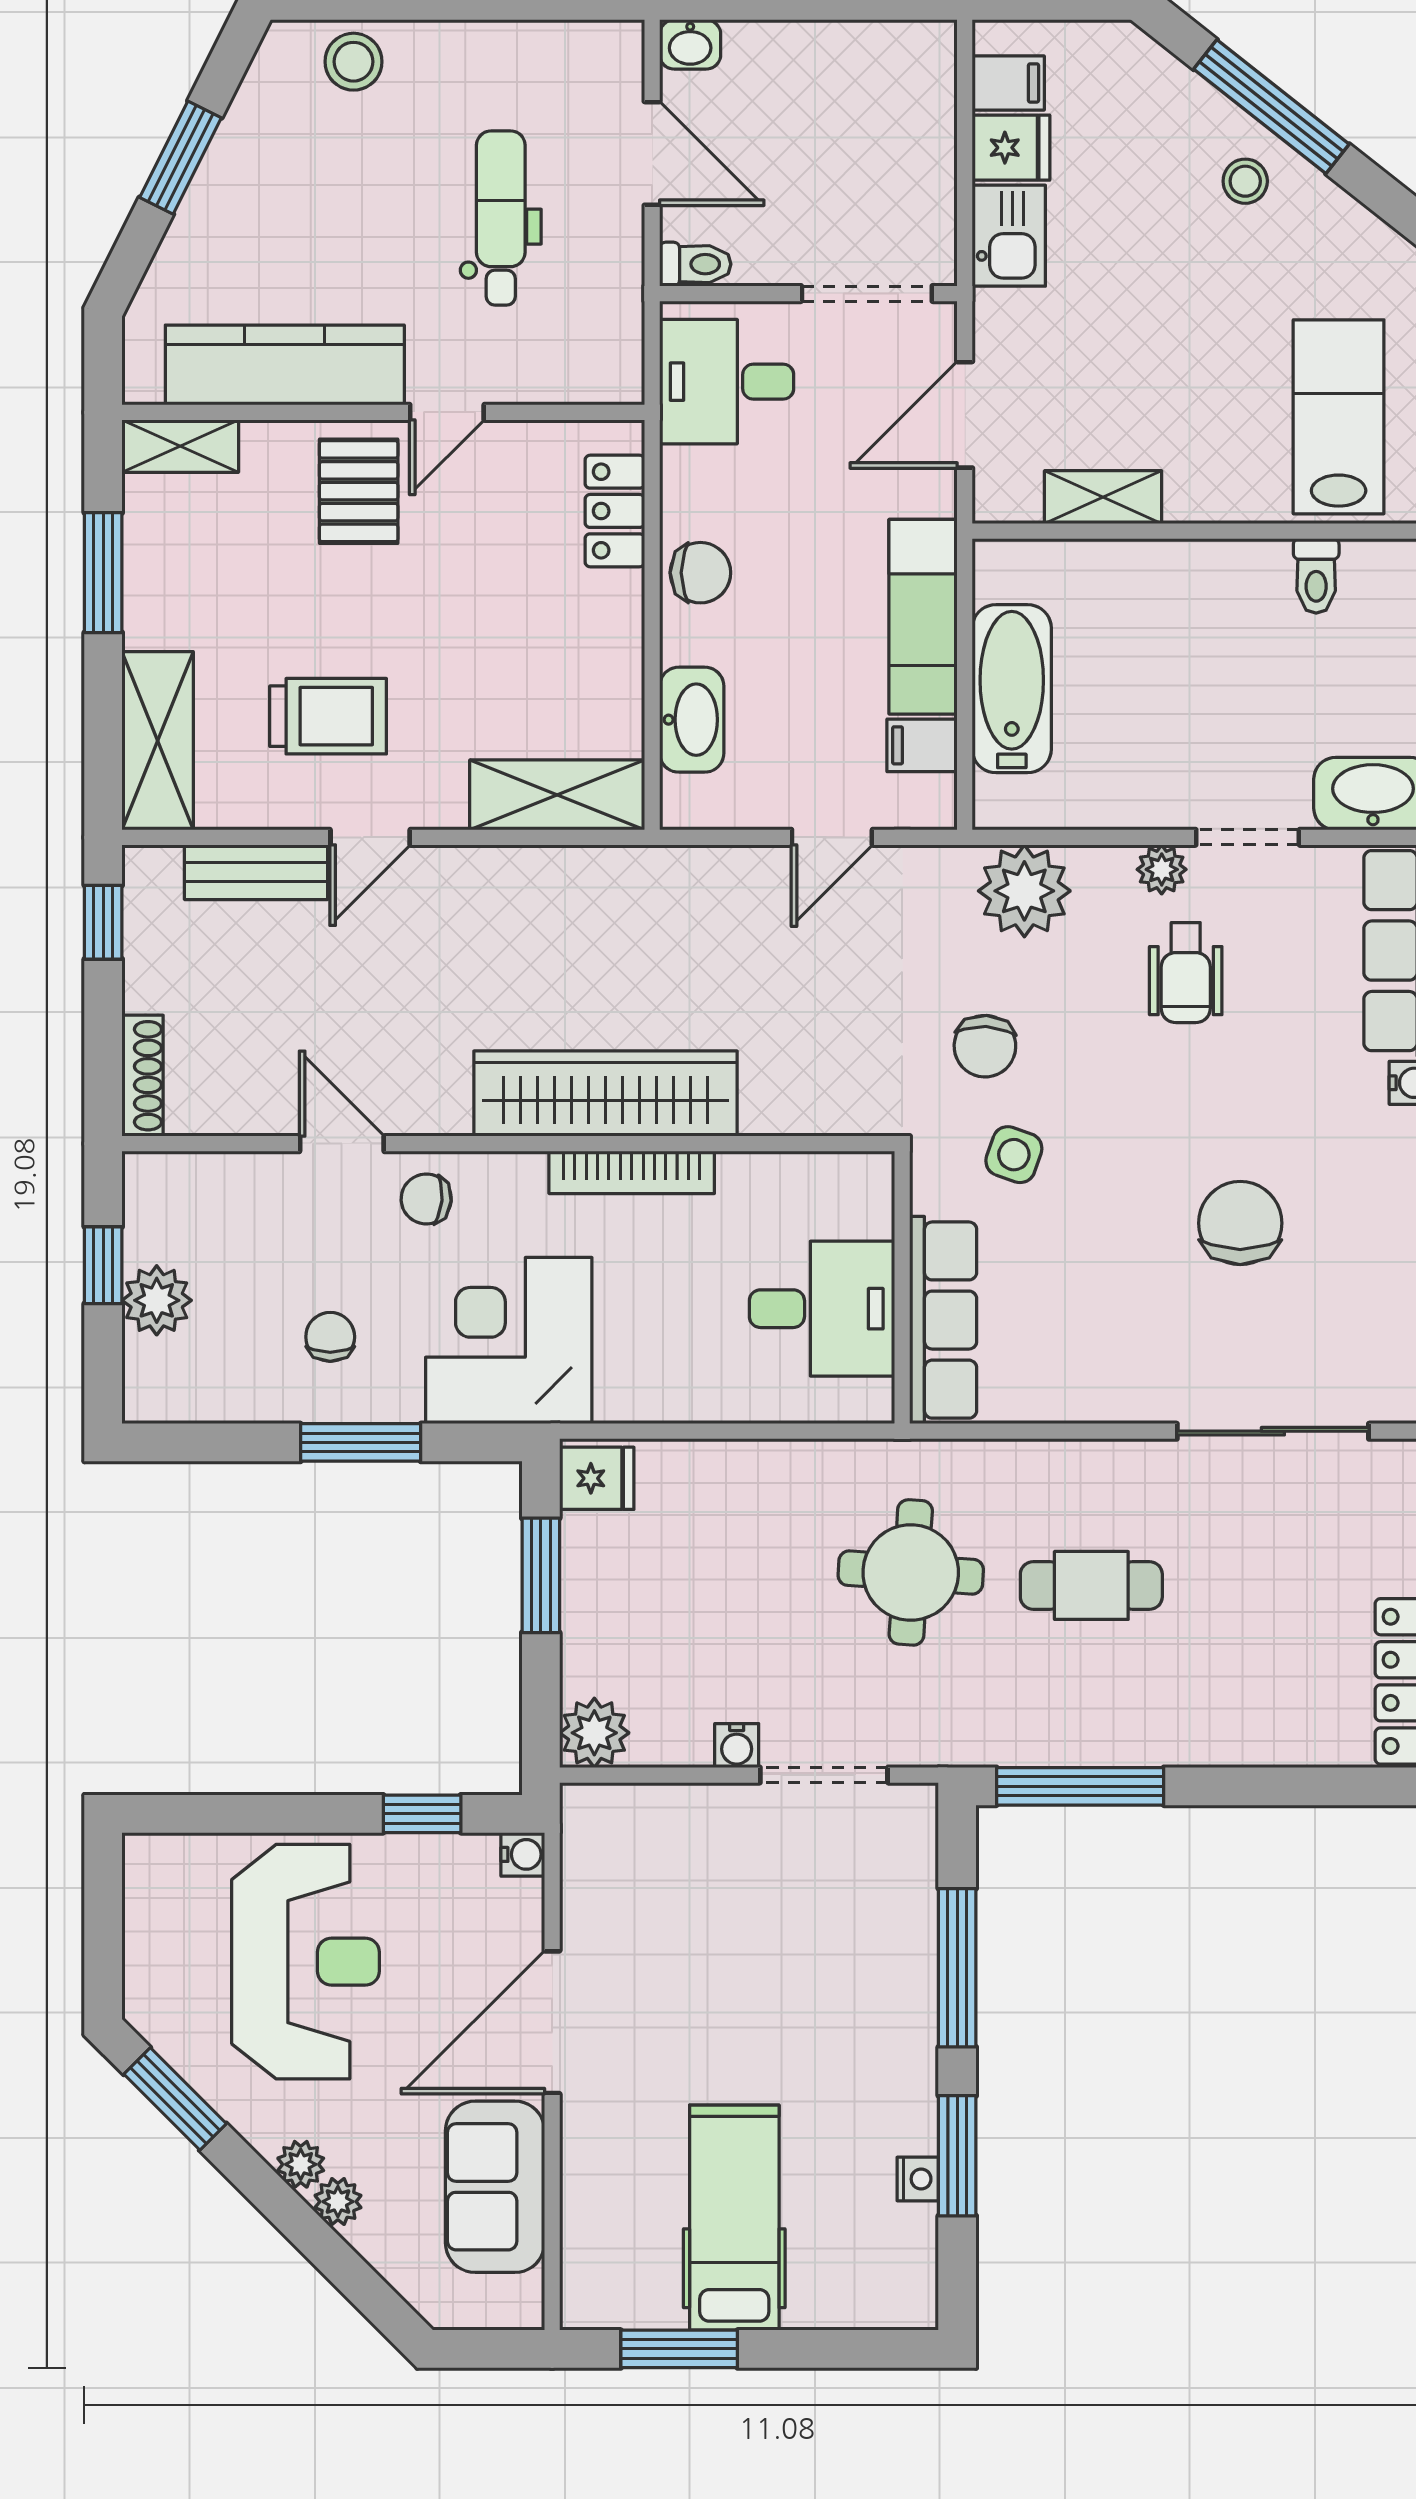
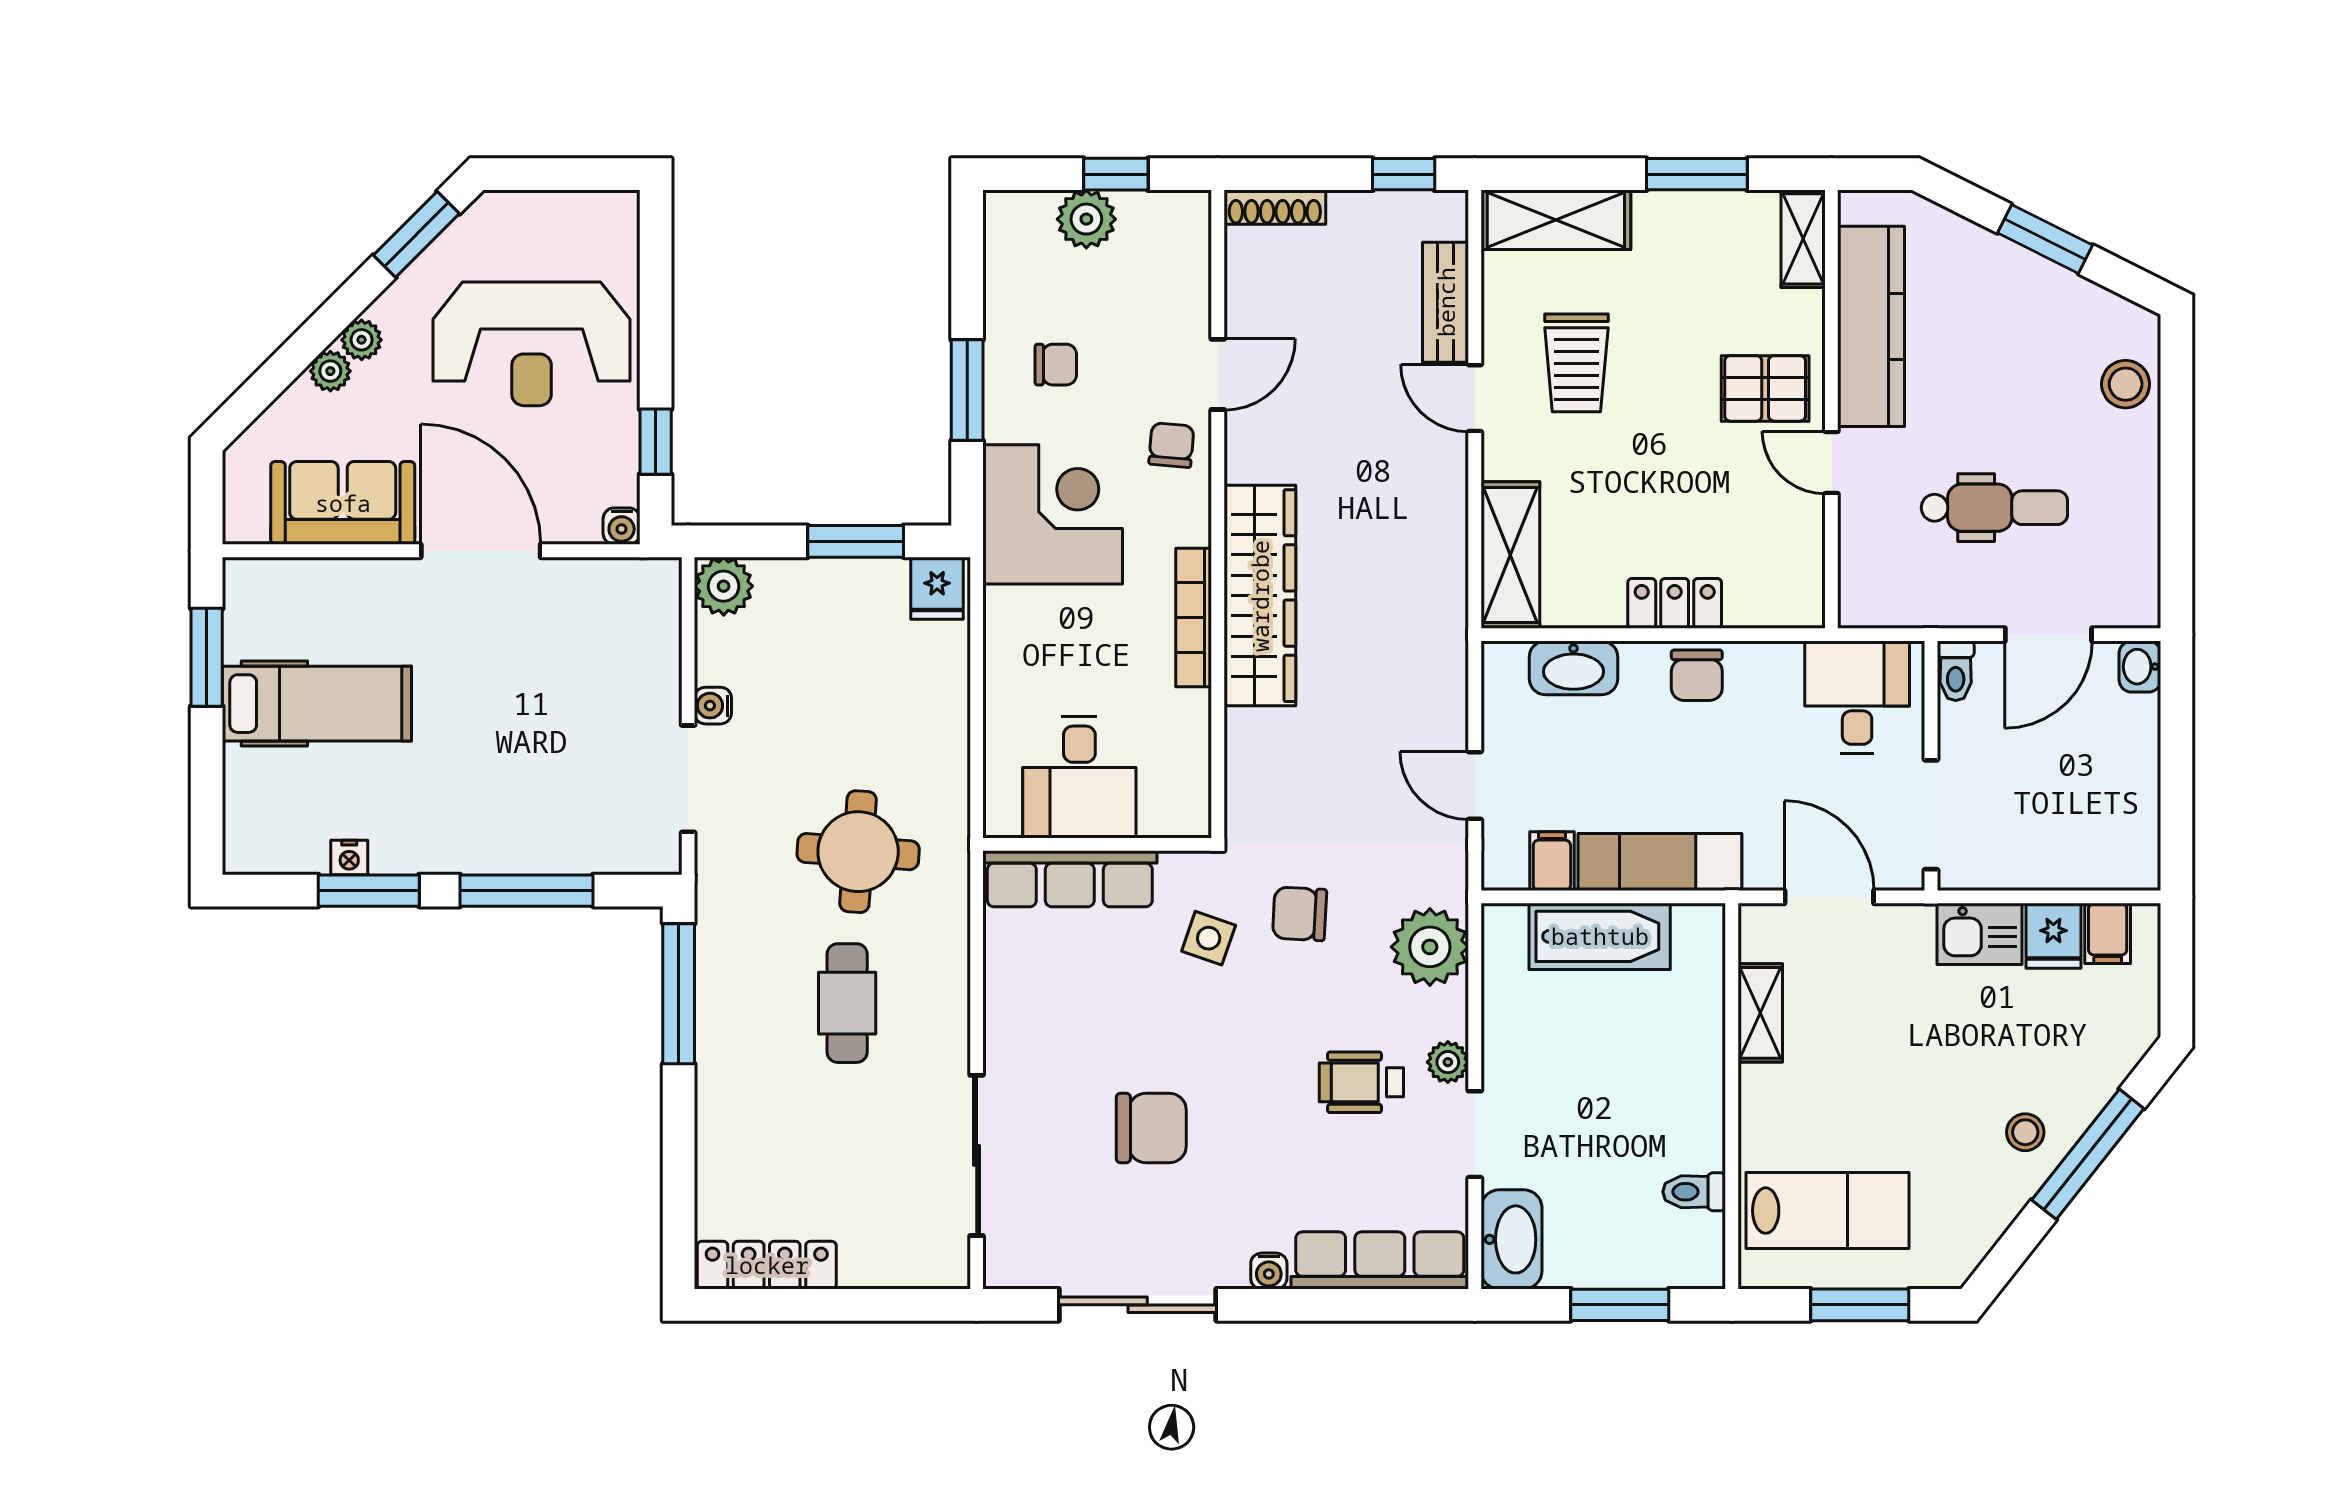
locker: (615, 511) -> (1675, 603), moved

